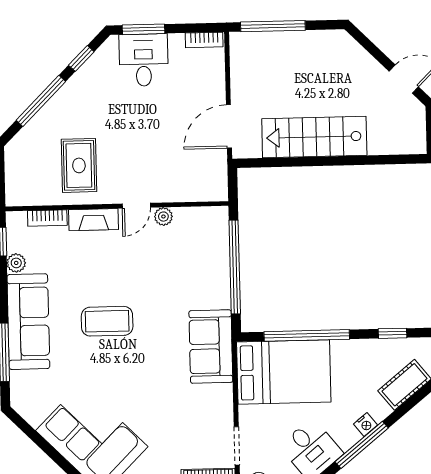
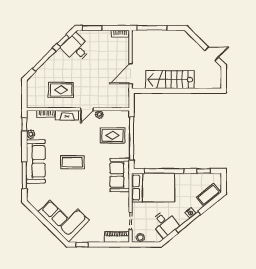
desk: (144, 60) -> (76, 48), moved, turned -45
rug: (79, 165) -> (61, 90), turned 90
rug: (193, 261) -> (113, 135), added

